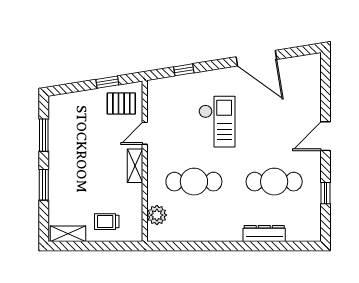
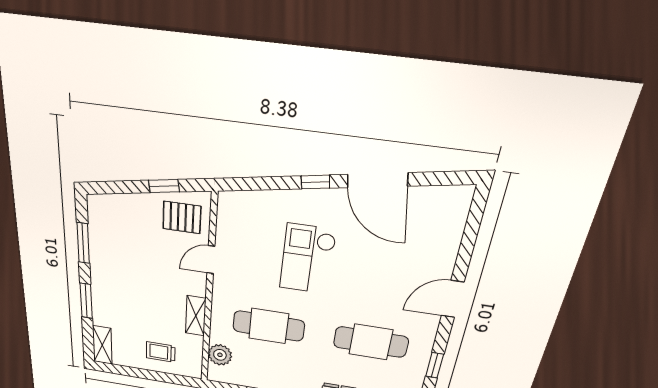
window: (184, 70) -> (315, 182), moved
checkout: (217, 122) -> (308, 259), turned 180
shelving: (135, 166) -> (196, 316), moved
shelving: (68, 234) -> (102, 345), moved, turned 90

